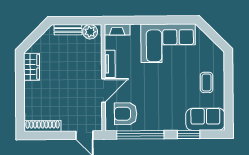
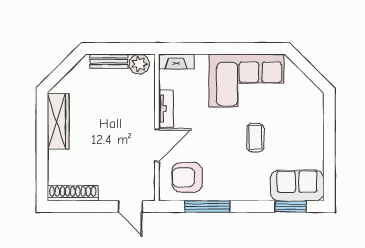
wardrobe: (32, 67) -> (58, 121), width x1.50
coffee table: (207, 82) -> (255, 138), moved
window: (189, 134) -> (291, 207), moved
window: (140, 135) -> (207, 207), width x0.68

